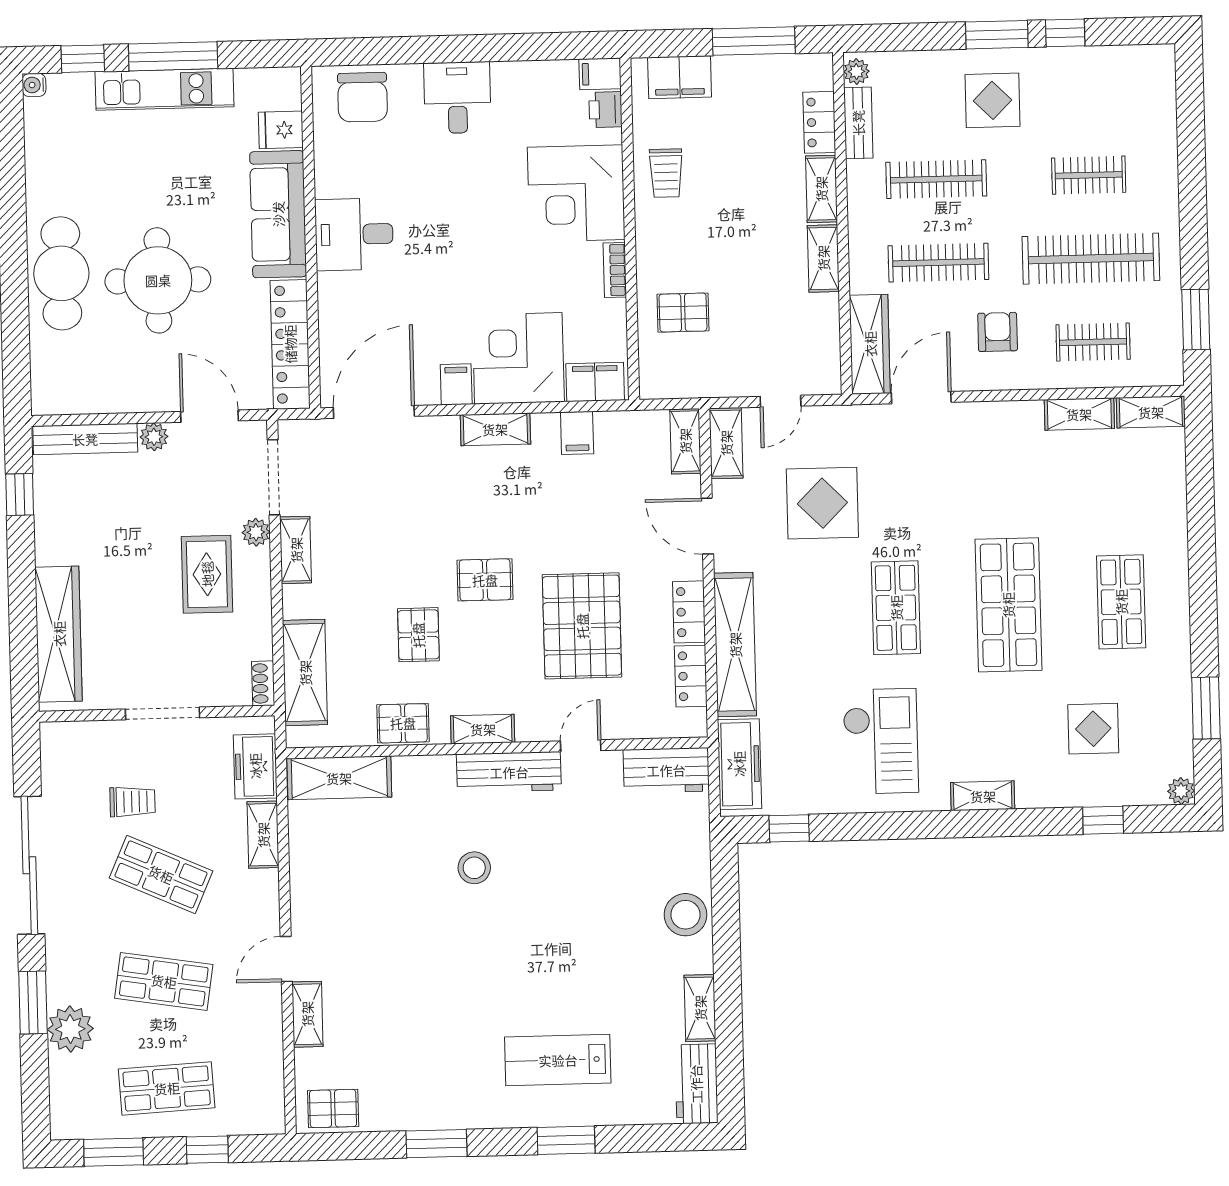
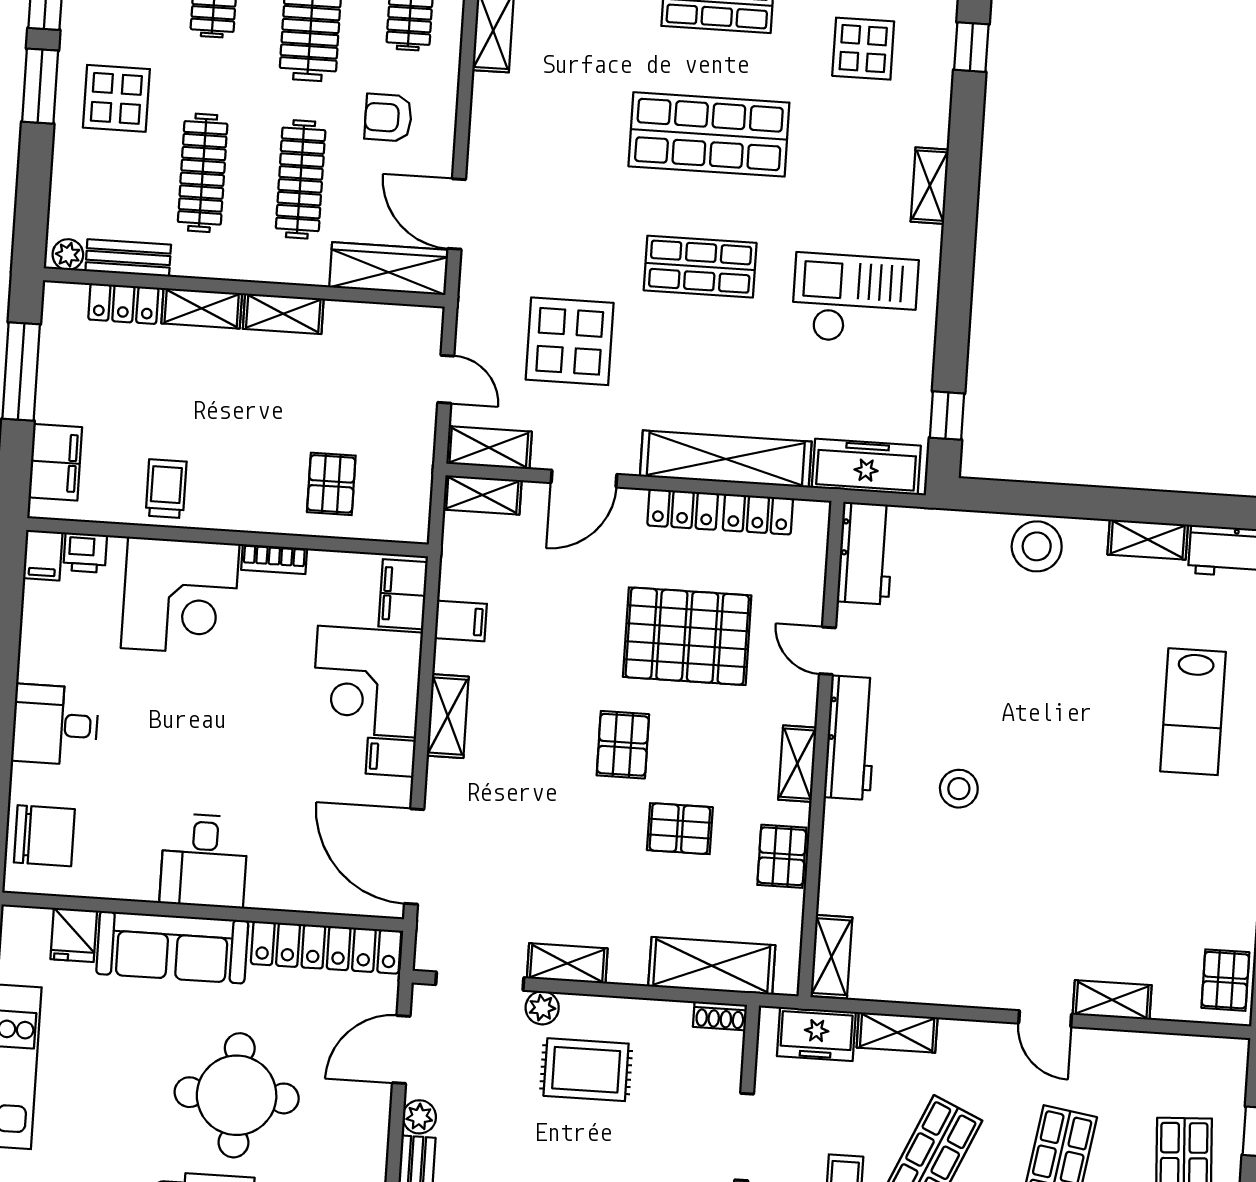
trolley: (666, 173) -> (166, 489), turned -90
shelving: (339, 778) -> (831, 957), width x0.67, depth x0.75

